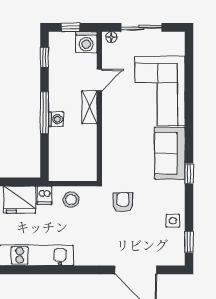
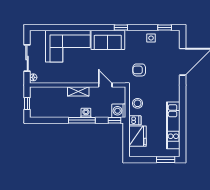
washing machine: (86, 42) -> (119, 111), moved, turned 180
window: (45, 57) -> (114, 120), moved
door: (99, 80) -> (105, 85), moved

